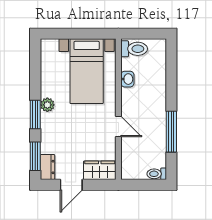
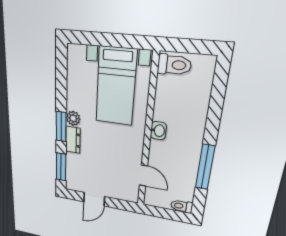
washbasin: (127, 79) -> (158, 131), moved
door: (118, 127) -> (143, 176), moved
dresser: (47, 167) -> (73, 140), moved
wardrobe: (100, 170) -> (123, 192), removed

